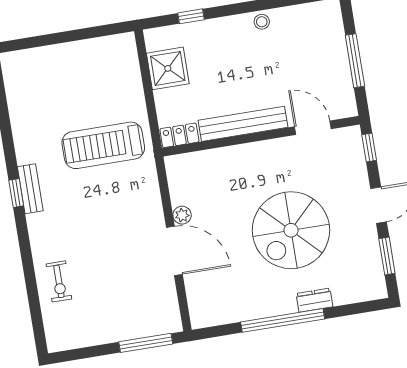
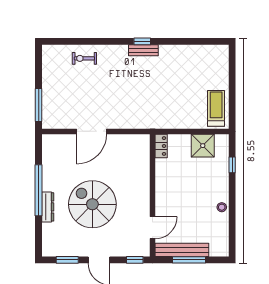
bench: (243, 124) -> (182, 250), moved, turned 90
treadmill: (103, 145) -> (216, 108), moved, width x0.73, depth x0.73
plant: (182, 215) -> (112, 140), removed
dresser: (314, 300) -> (48, 207), width x1.44

